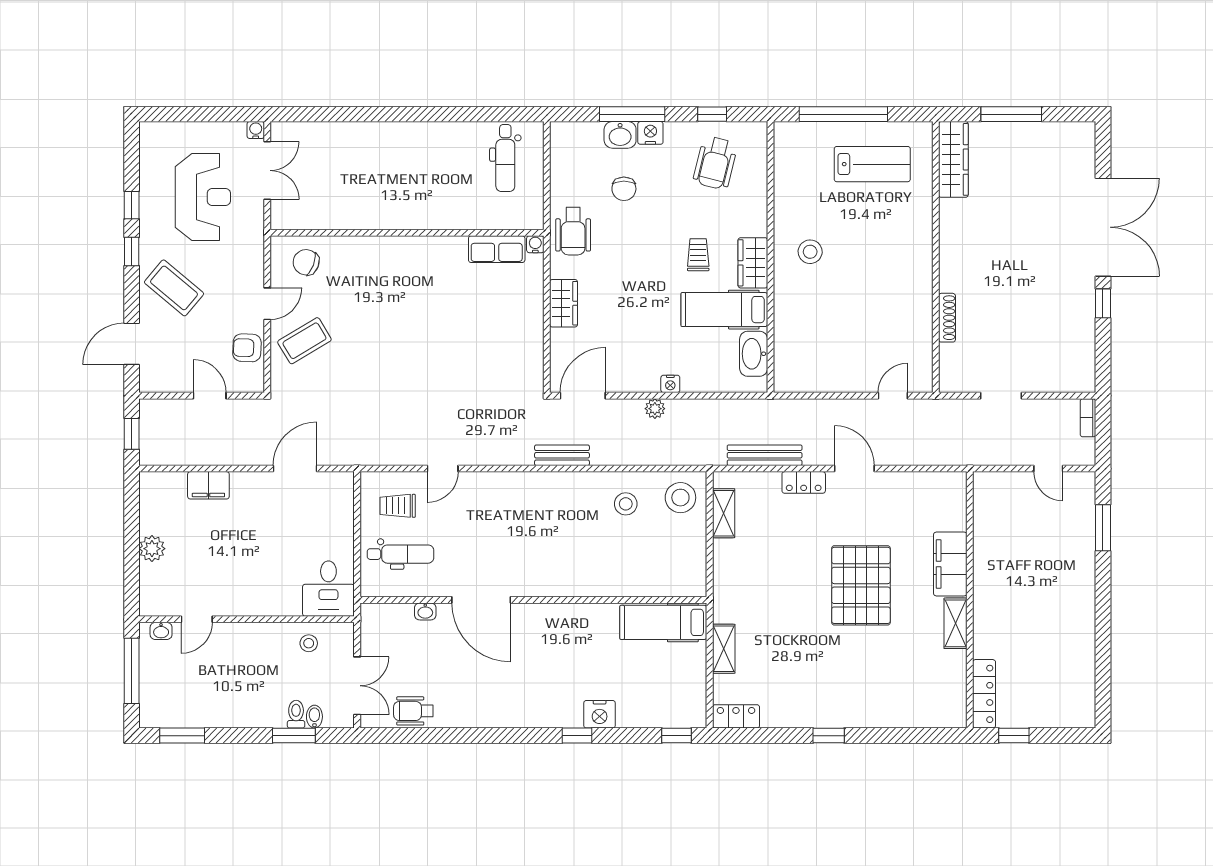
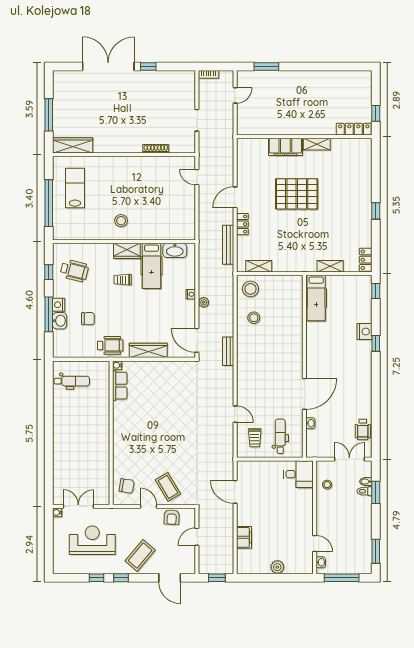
chair: (306, 262) -> (127, 486), turned -102
wardrobe: (564, 303) -> (148, 350), width x1.50

